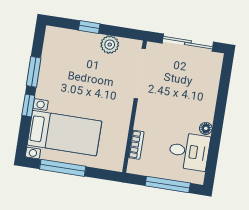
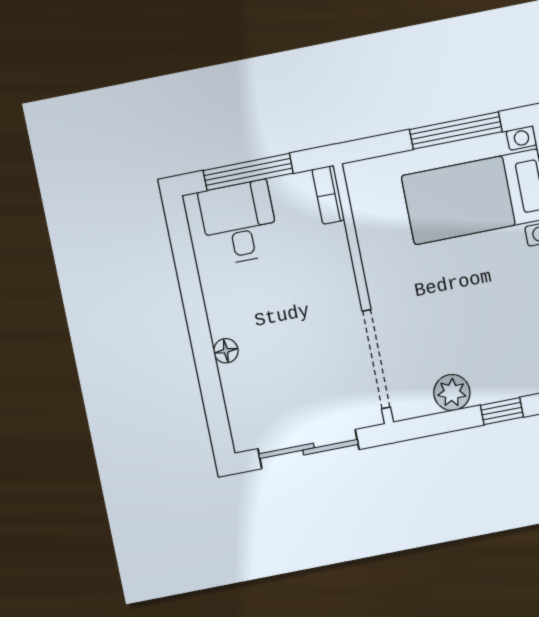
floor lamp: (206, 128) -> (226, 351), moved
bookcase: (136, 145) -> (328, 195), moved
desk: (189, 151) -> (239, 223), moved, turned 90

